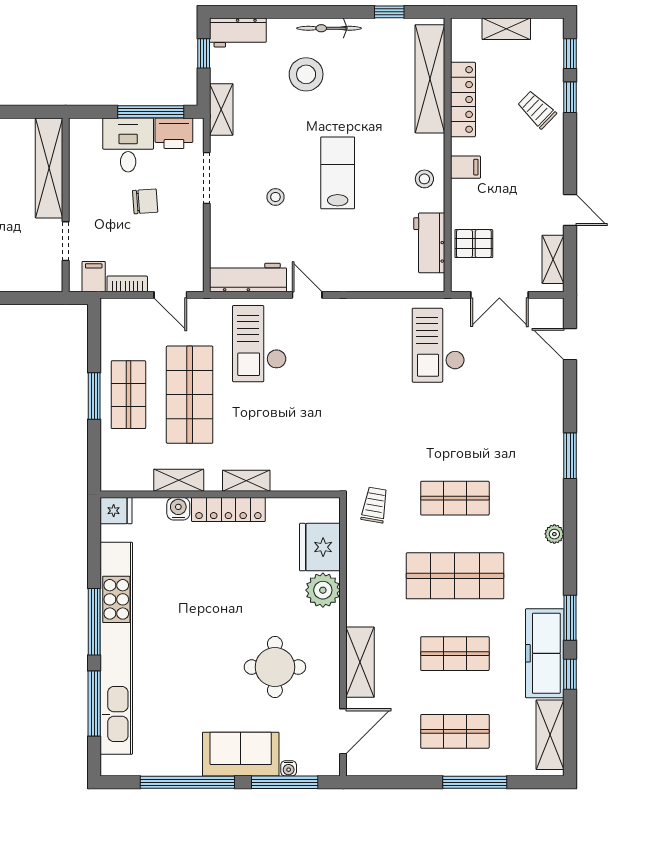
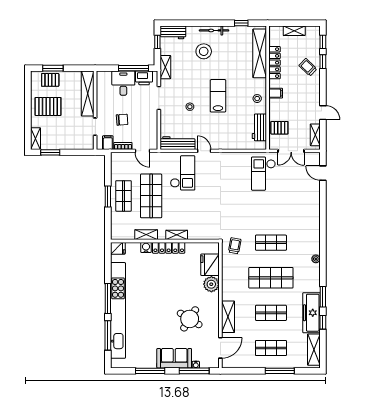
chair: (145, 201) -> (122, 120), moved
checkout: (259, 344) -> (183, 173), turned 180
window: (570, 456) -> (323, 224), removed
round table: (275, 667) -> (190, 319), turned 32
window: (187, 782) -> (150, 371), width x0.68

